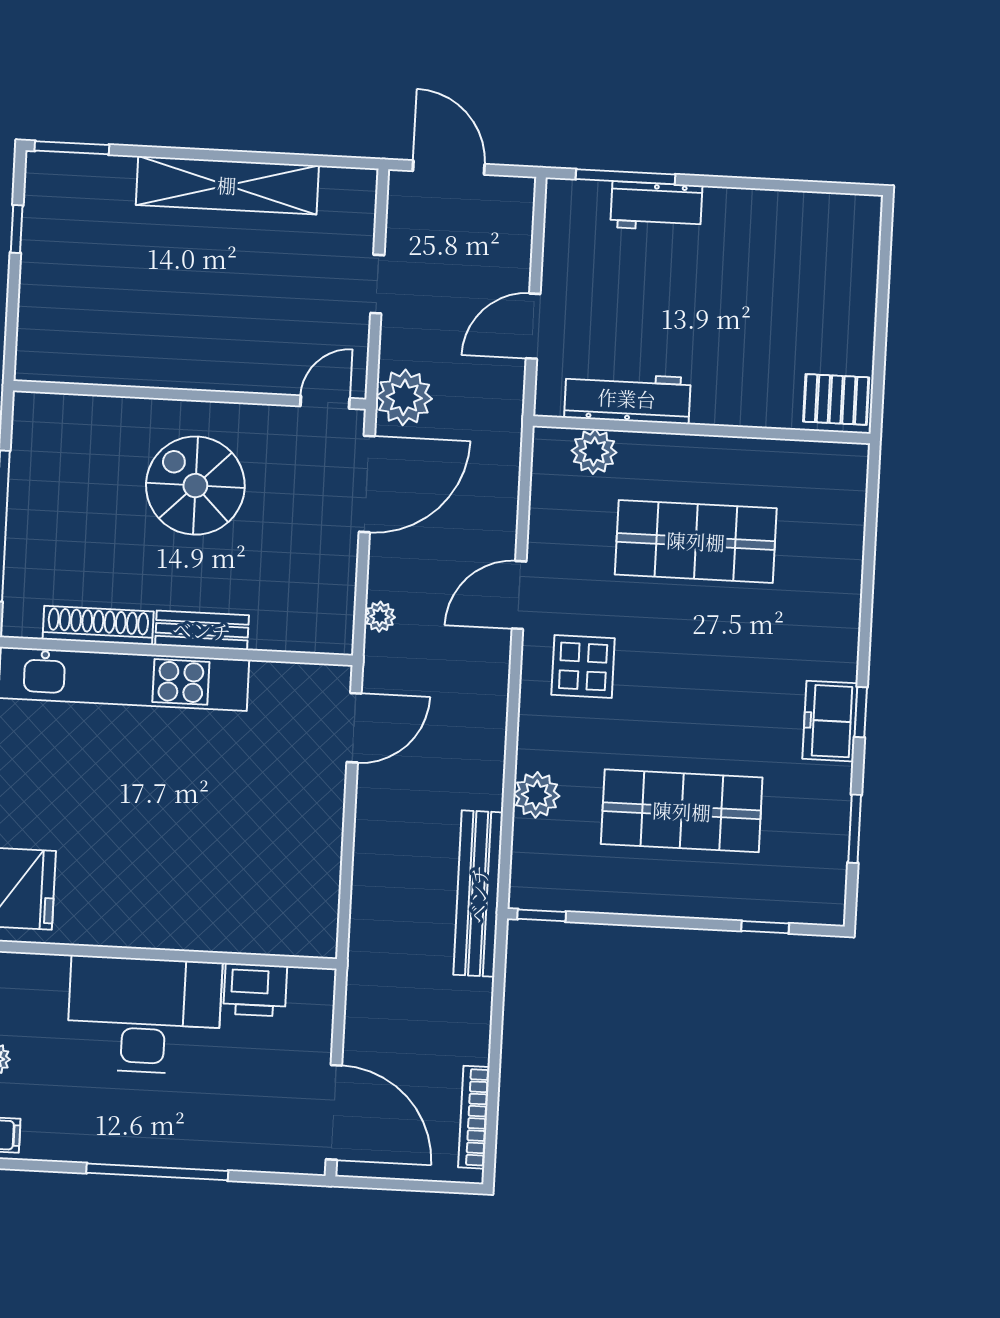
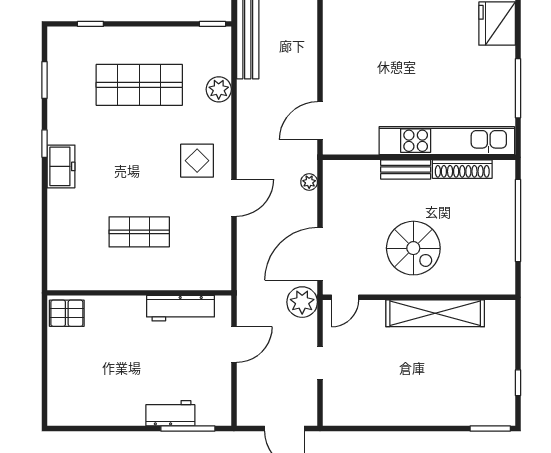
shelving: (227, 185) -> (435, 313), moved
plant: (594, 452) -> (197, 278), removed
shop shelf: (696, 541) -> (139, 232), width x0.70, depth x0.74
freezer: (830, 721) -> (61, 166), moved

